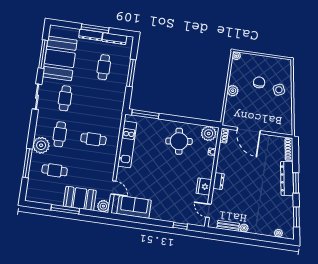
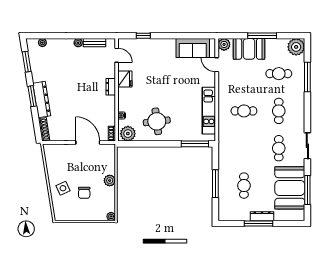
dresser: (114, 39) -> (237, 216), removed
plant: (41, 145) -> (296, 47), moved

